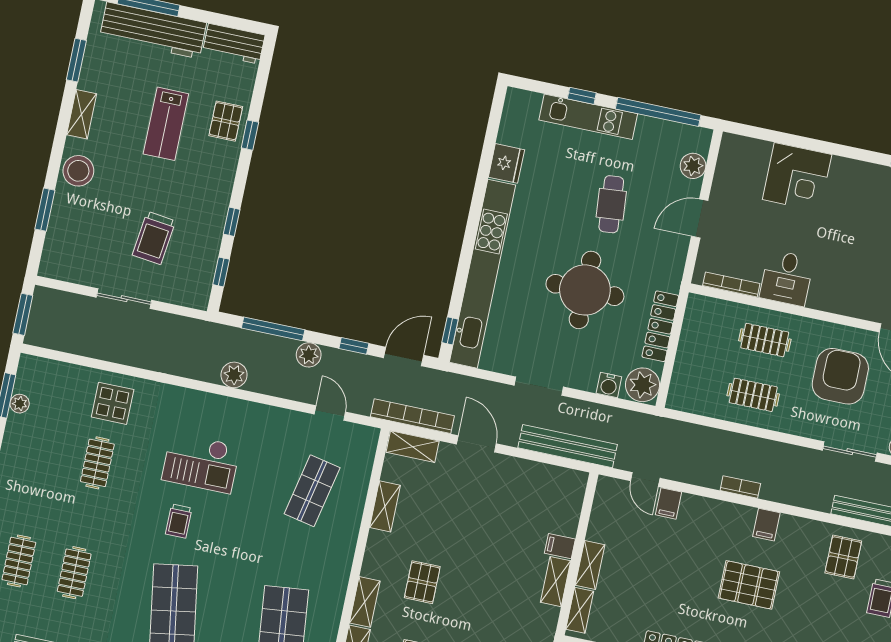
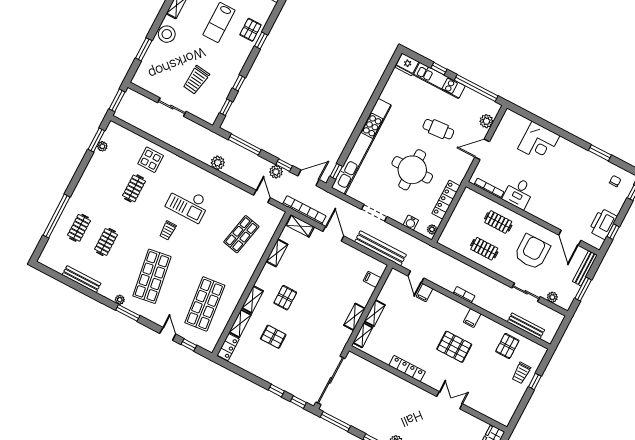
fridge: (506, 163) -> (407, 64), moved, turned 90
cafe table: (611, 204) -> (438, 129), turned 90
plant: (309, 355) -> (276, 172), moved
plant: (643, 385) -> (432, 229), width x0.53, depth x0.53
filing cabinet: (560, 546) -> (372, 279), moved

